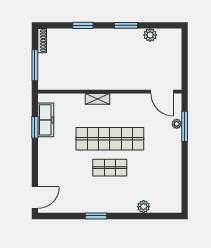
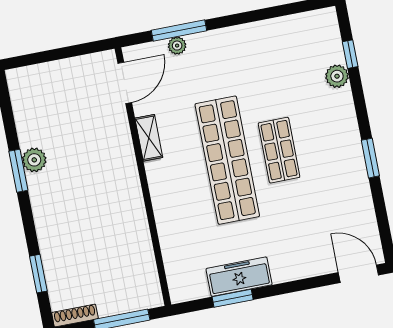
window: (83, 25) -> (38, 274), moved
plant: (150, 35) -> (34, 160), moved
shelving: (97, 99) -> (149, 138), moved
freezer: (46, 120) -> (239, 277), moved
window: (154, 216) -> (350, 54), added

